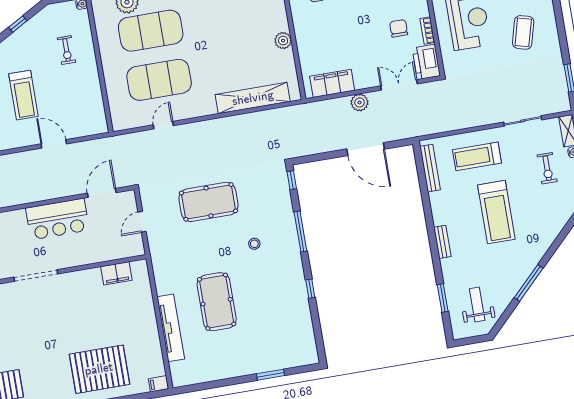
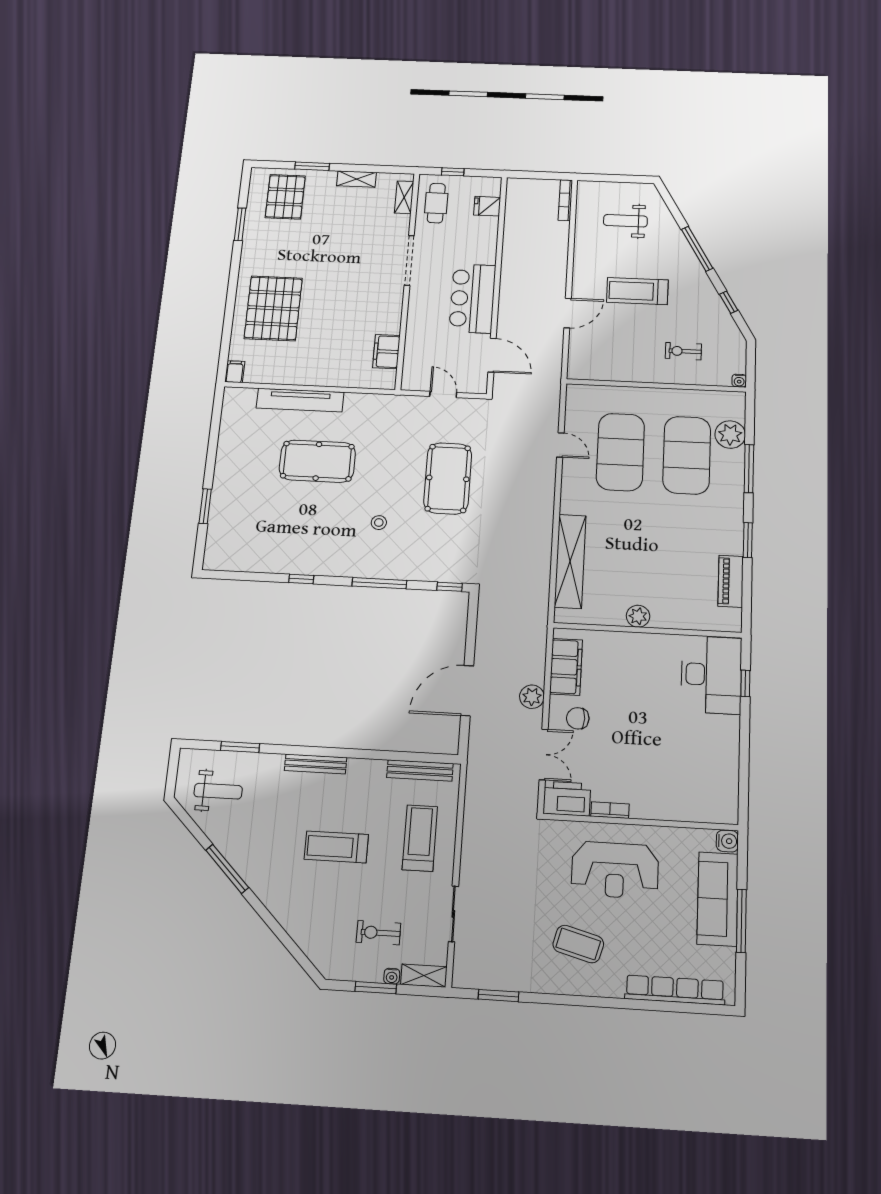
chair: (399, 28) -> (578, 718), moved, turned 180
treadmill: (496, 212) -> (336, 847), width x0.73, depth x0.73
bench: (442, 242) -> (316, 764), width x1.36

